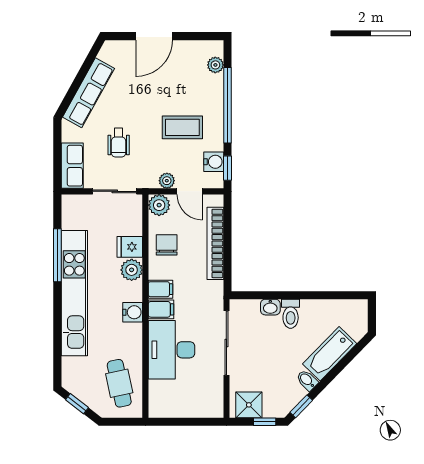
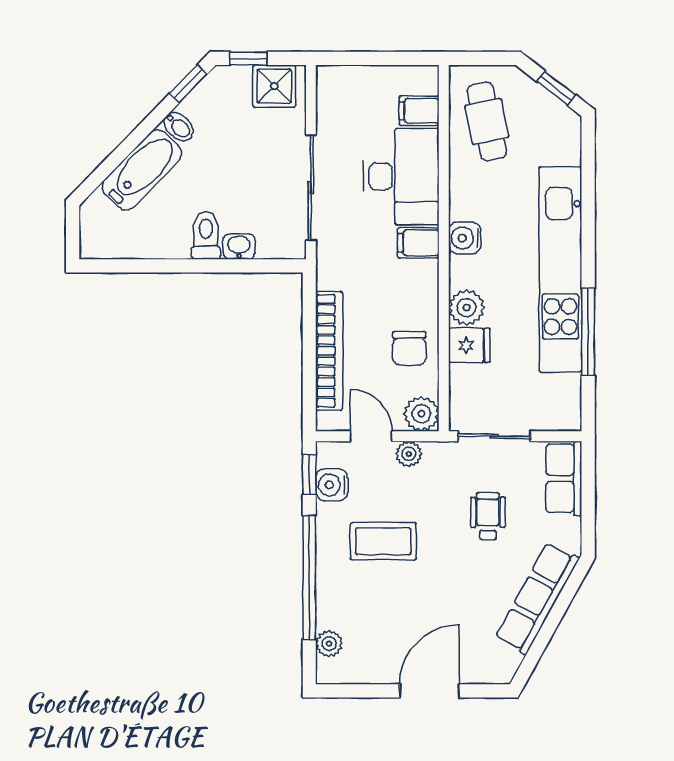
filing cabinet: (161, 289) -> (419, 111), moved

